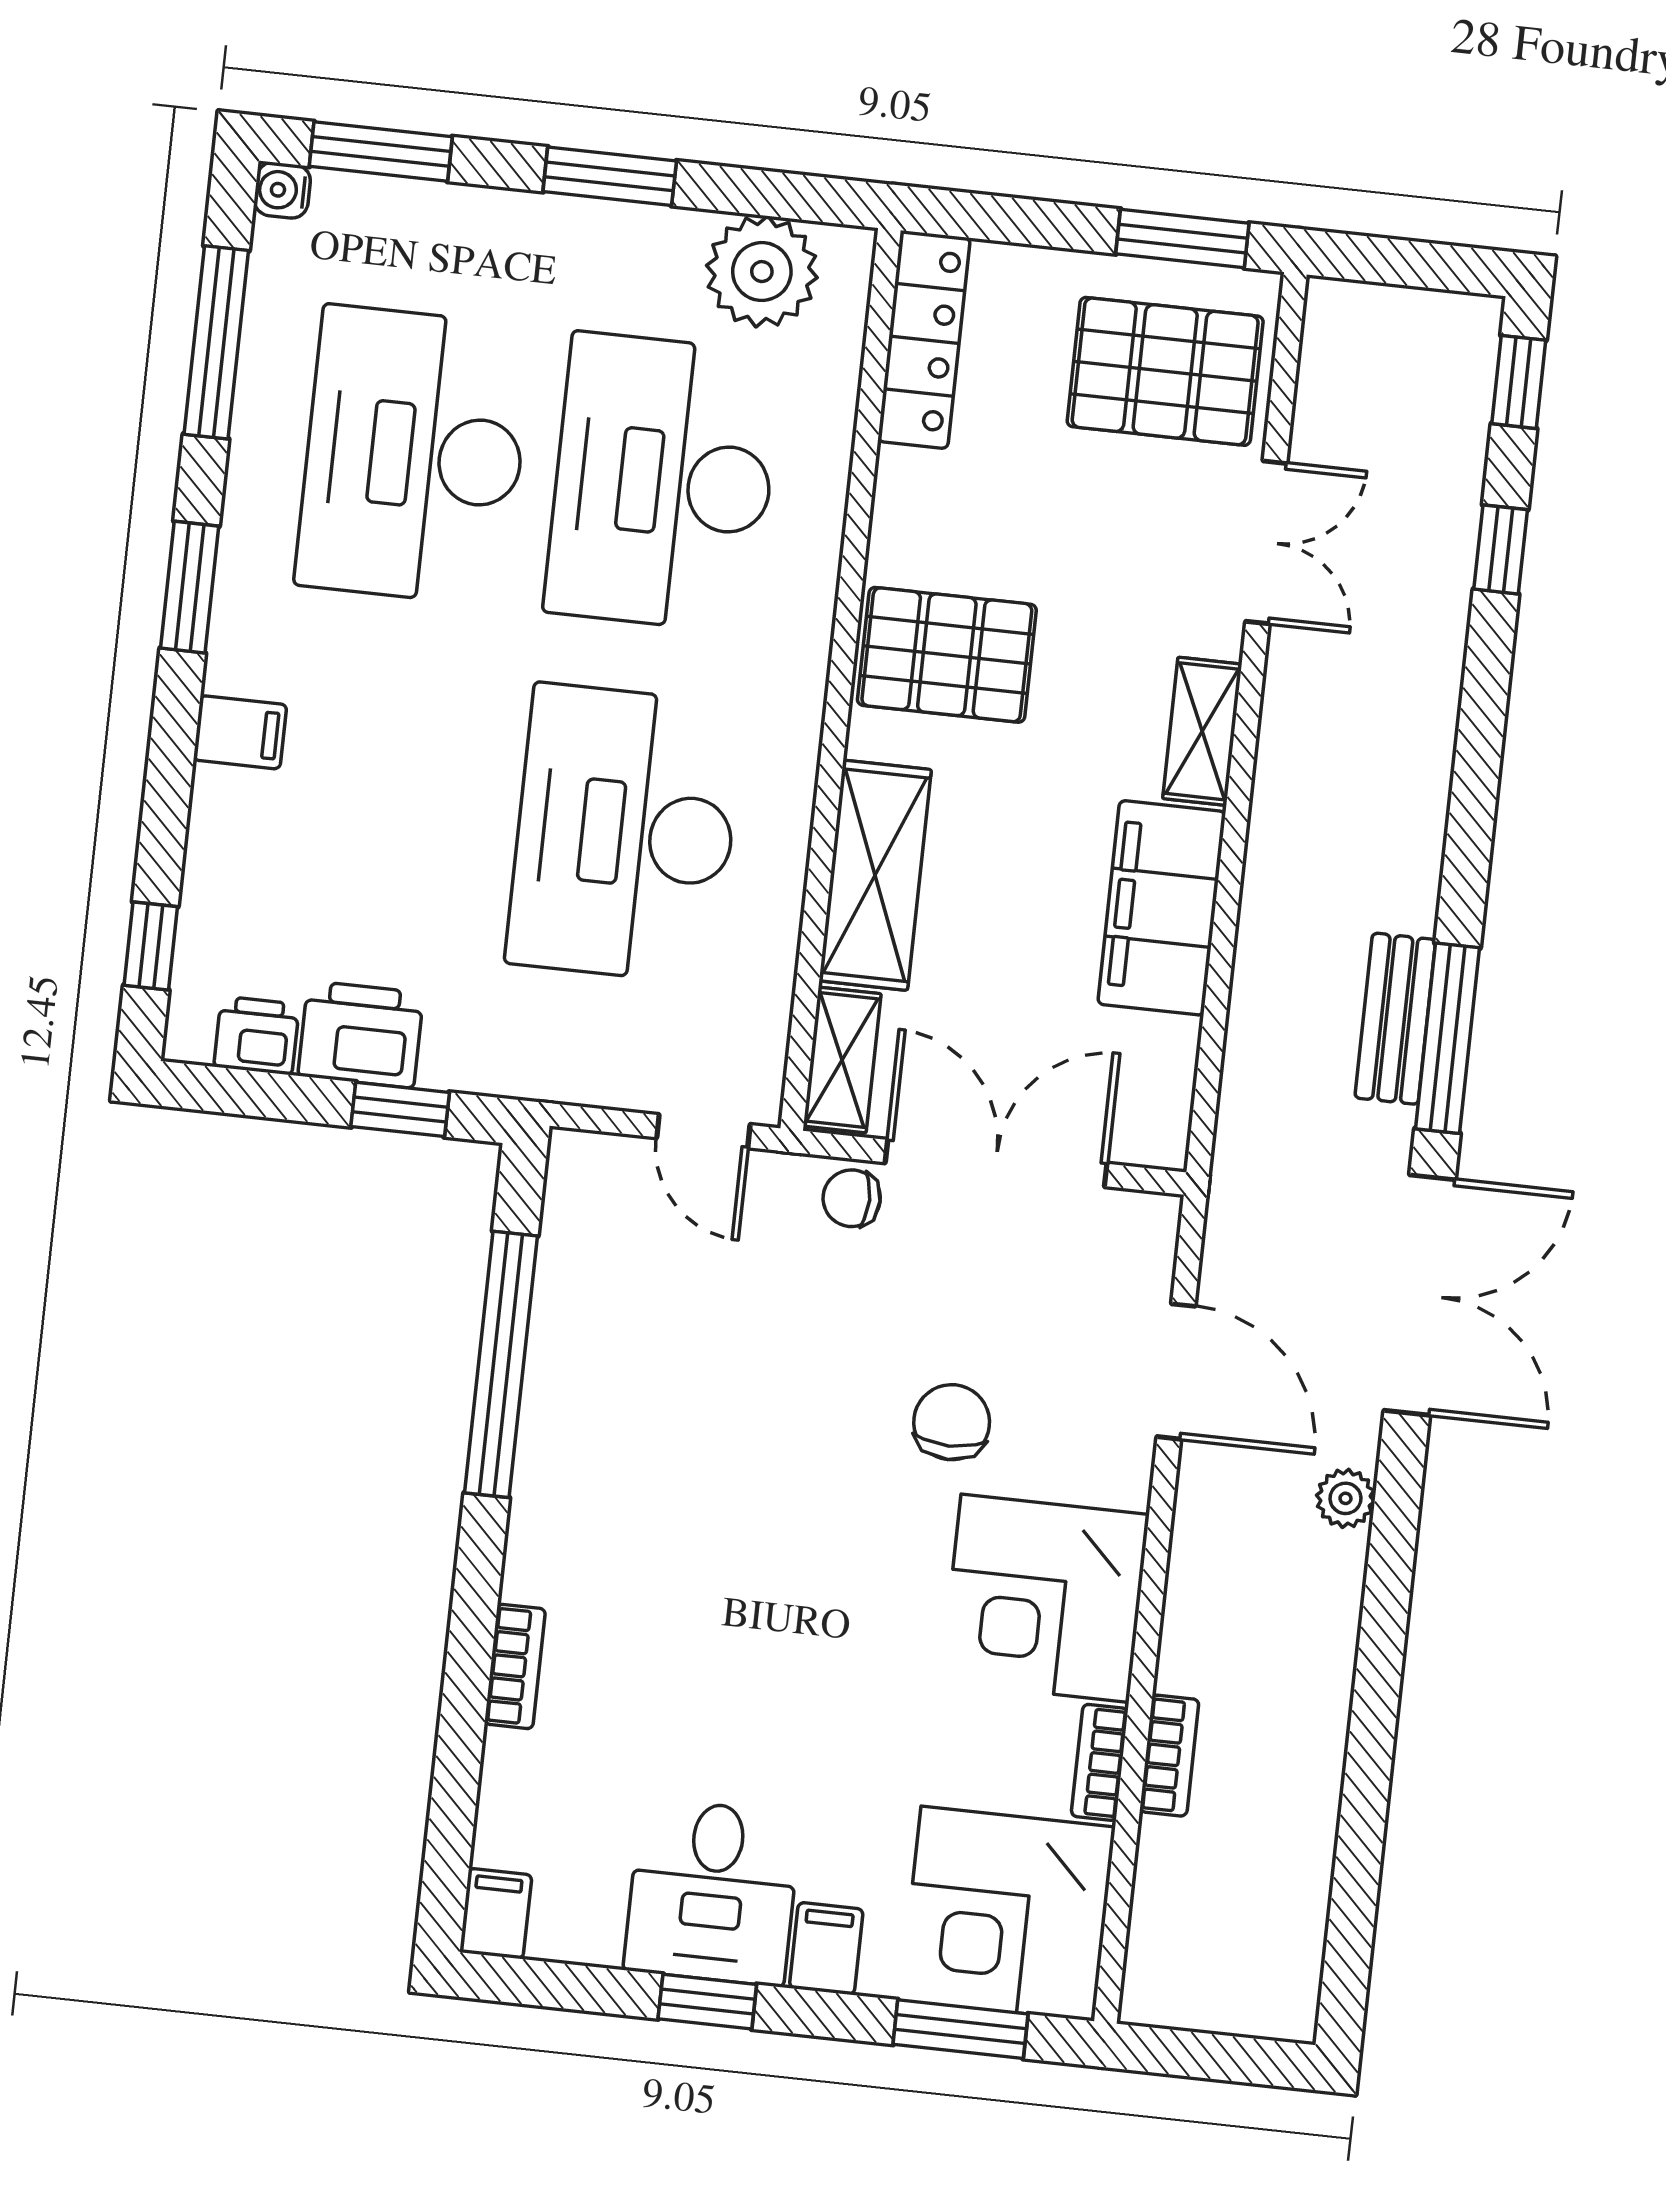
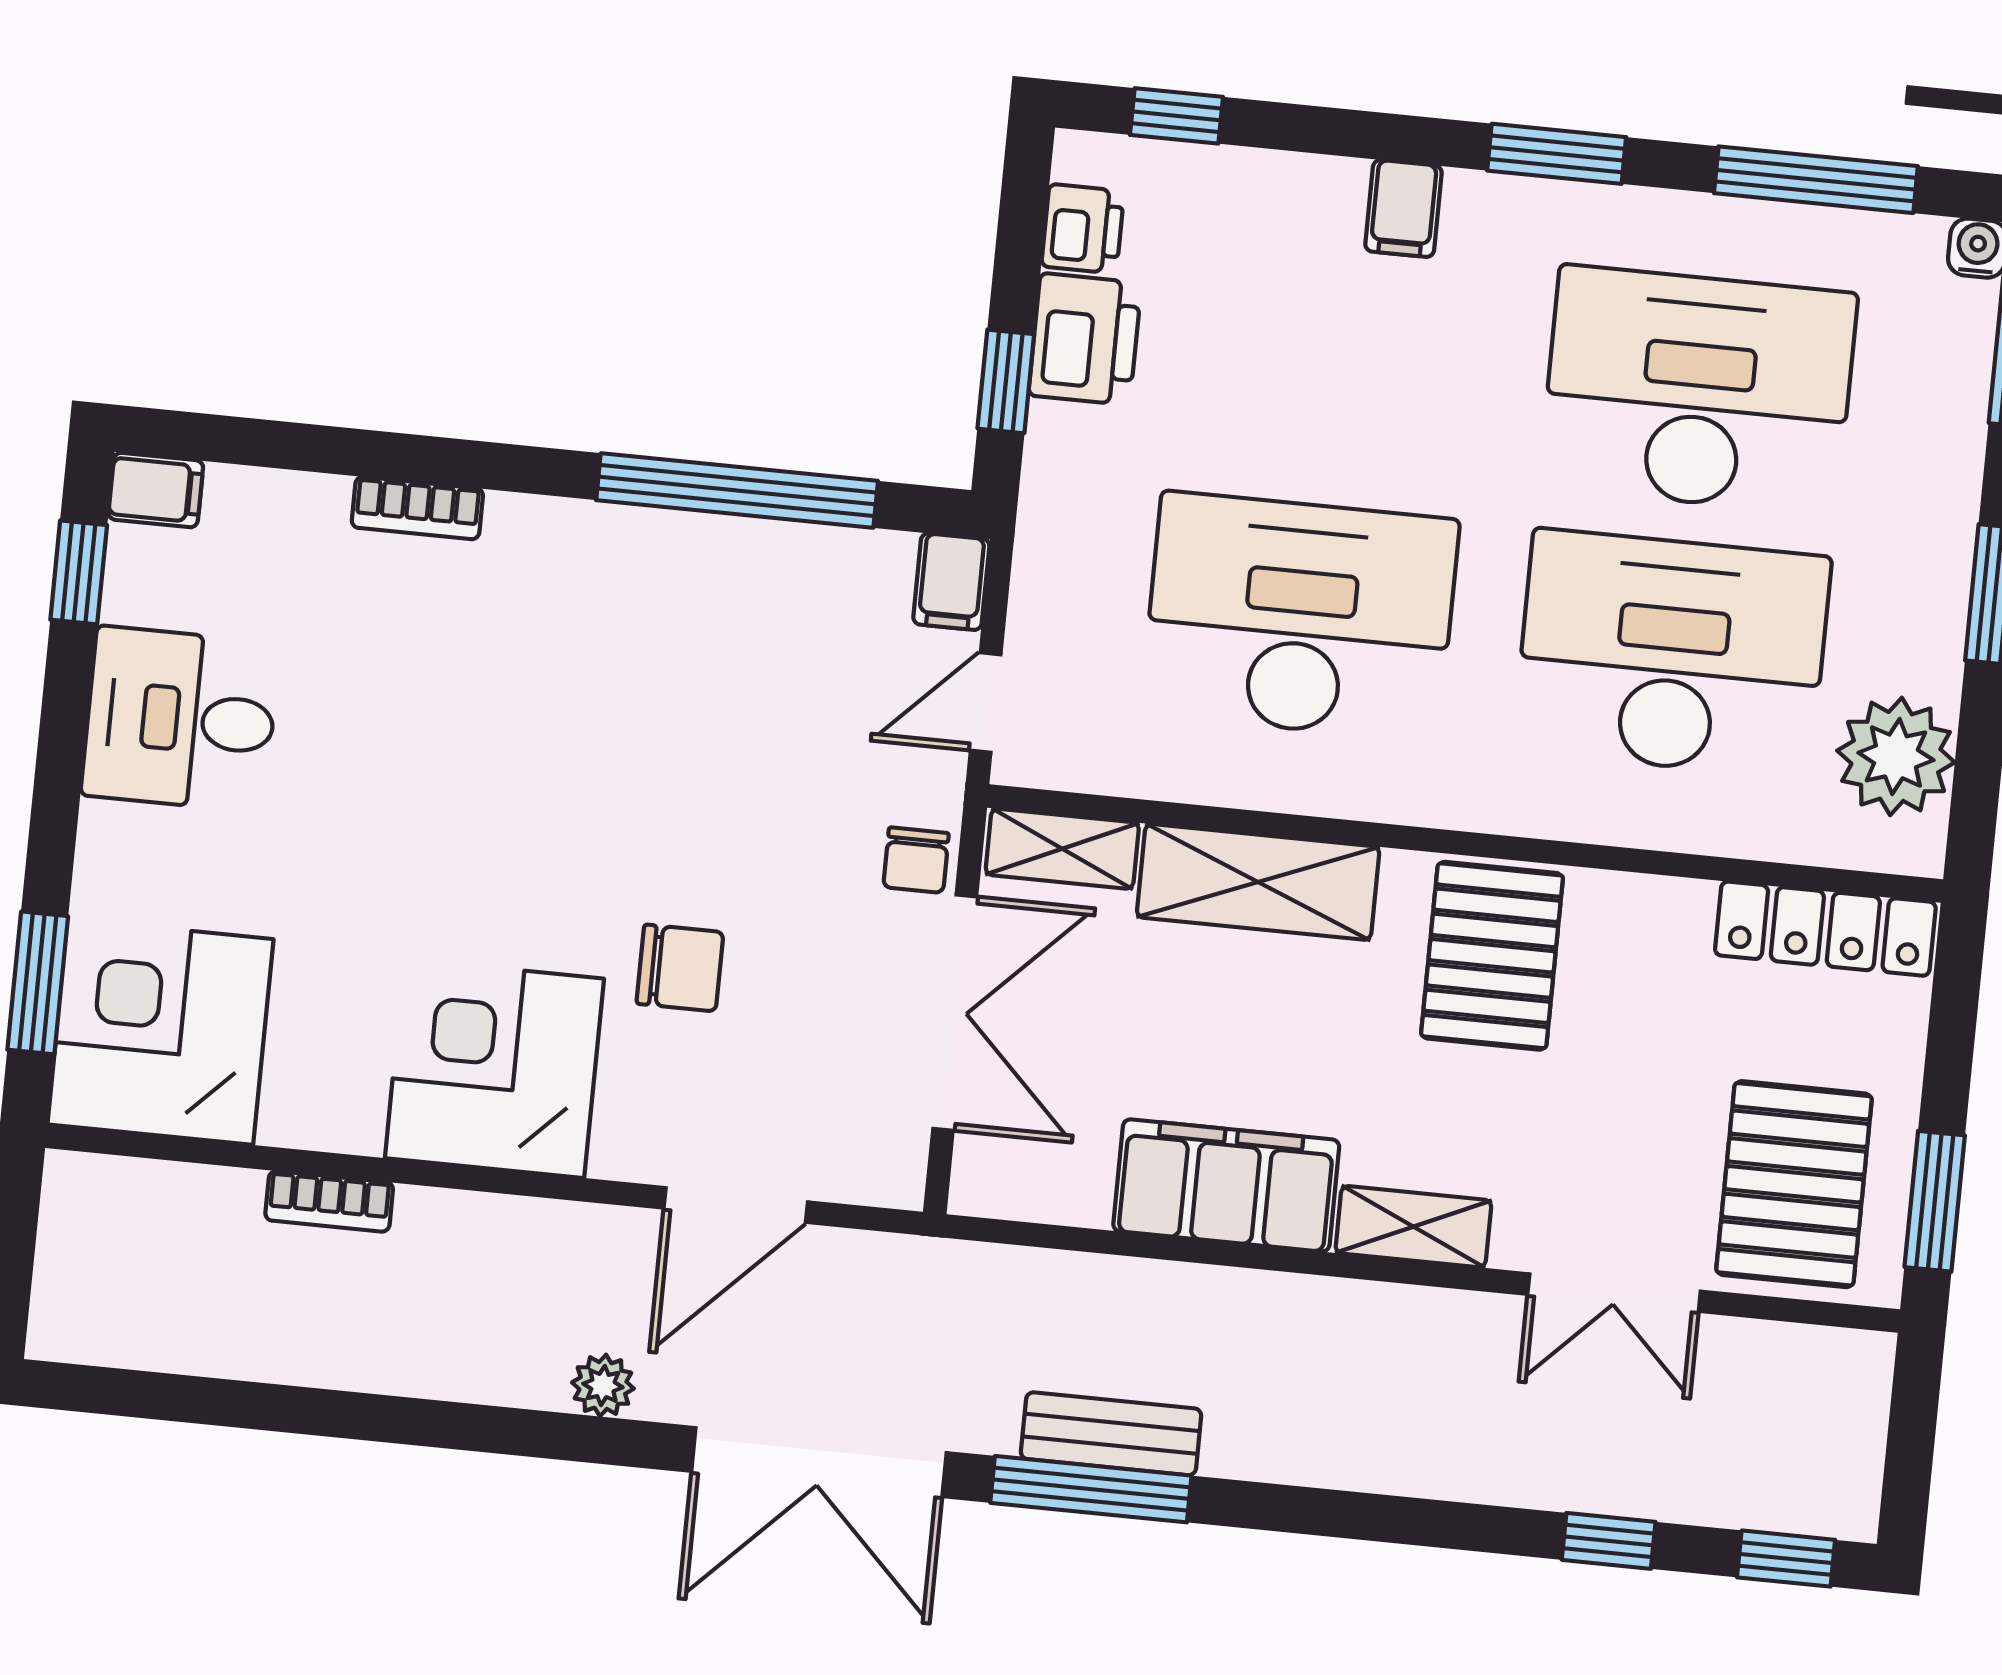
chair: (852, 1198) -> (916, 860), turned 180
bookcase: (1100, 1762) -> (321, 1128), removed
filing cabinet: (826, 1949) -> (951, 582), moved, turned 90
window: (707, 2002) -> (79, 572), moved

